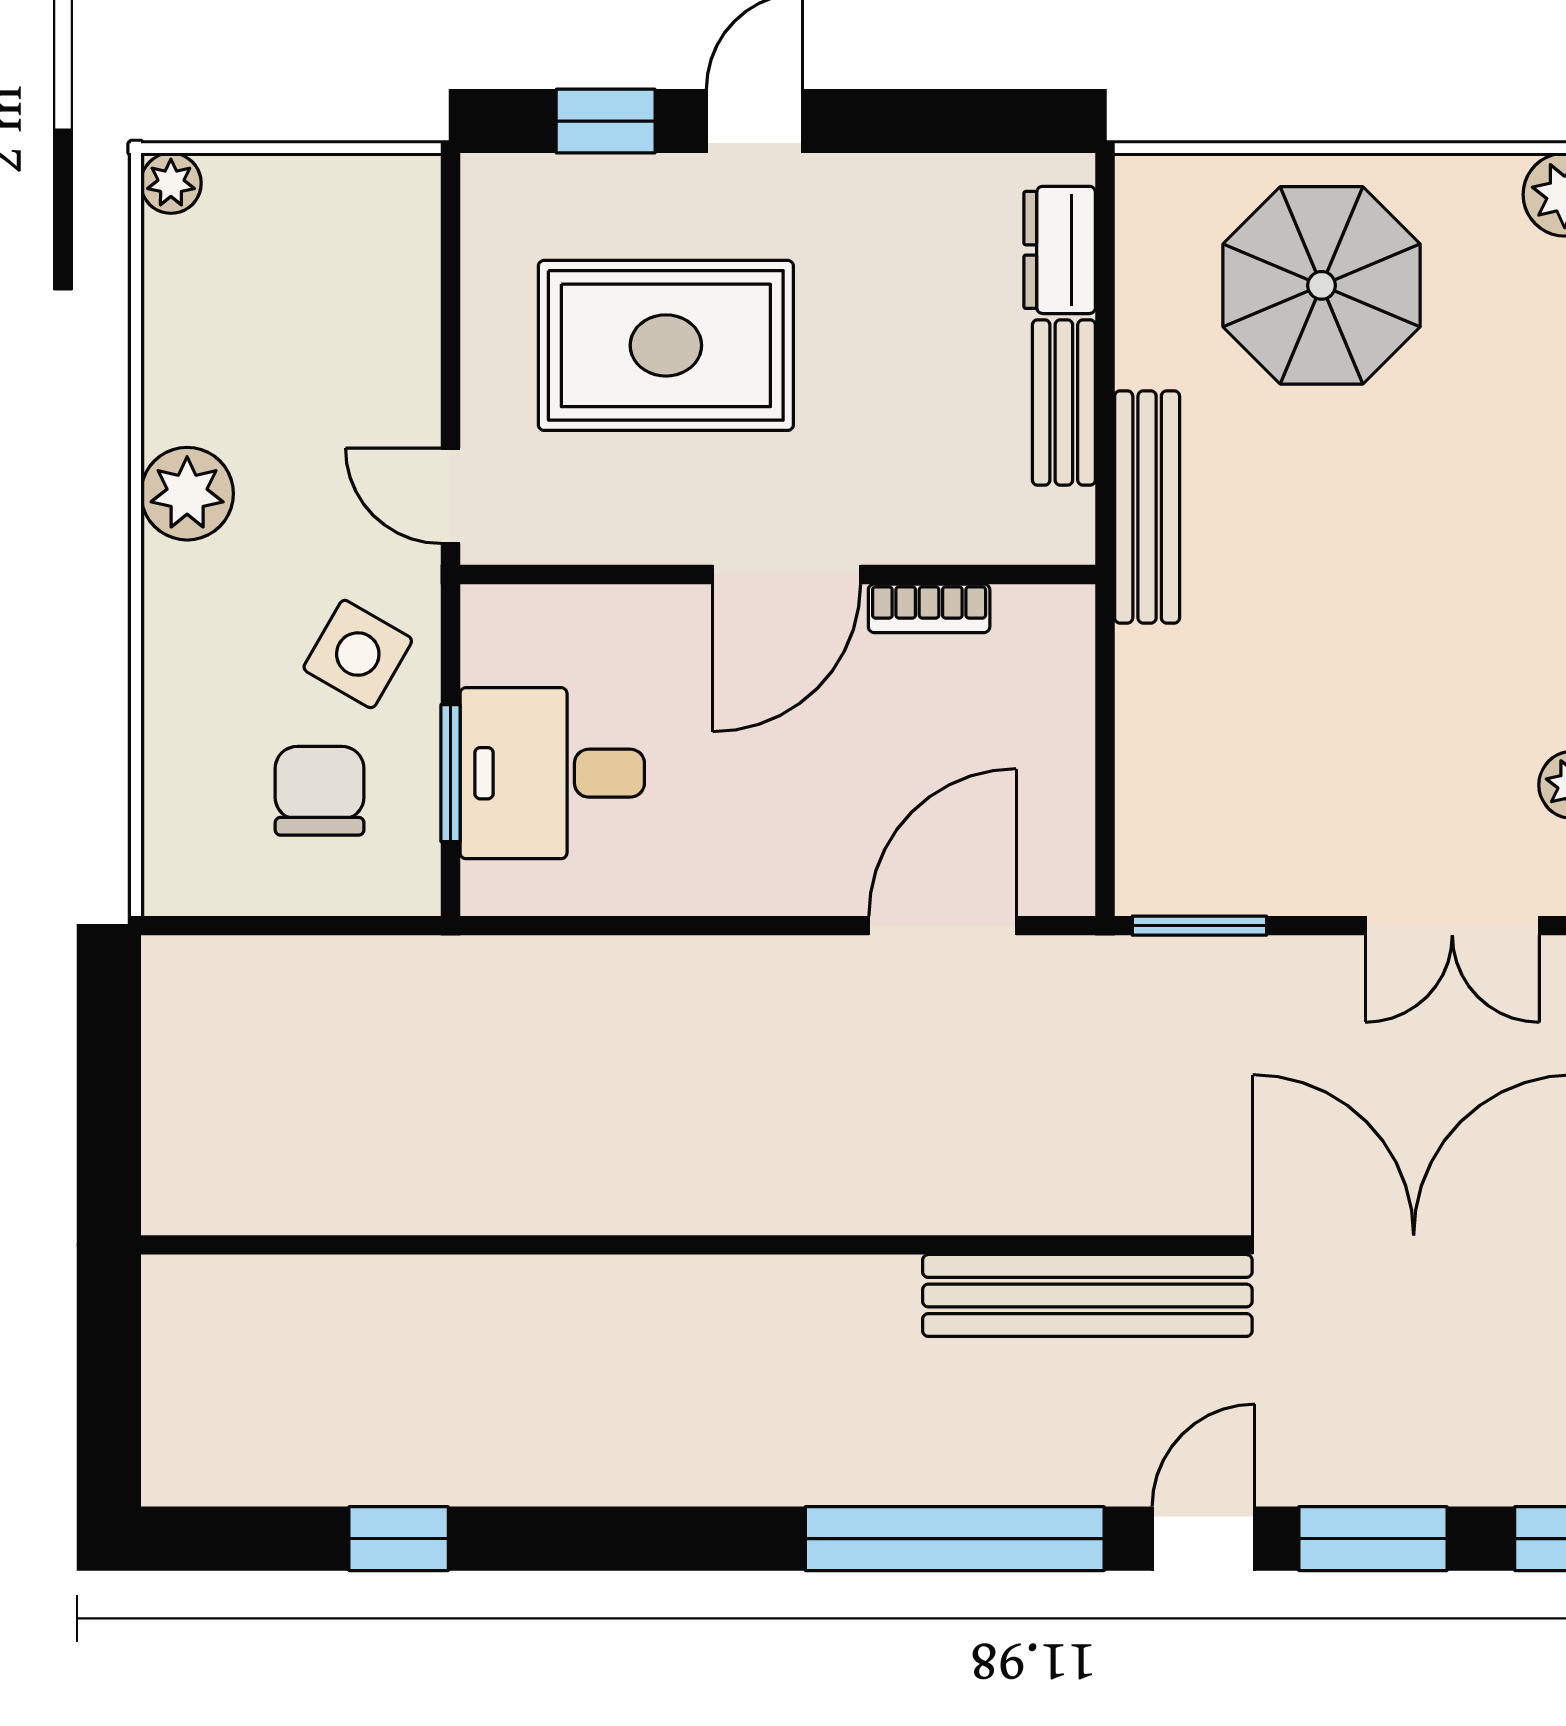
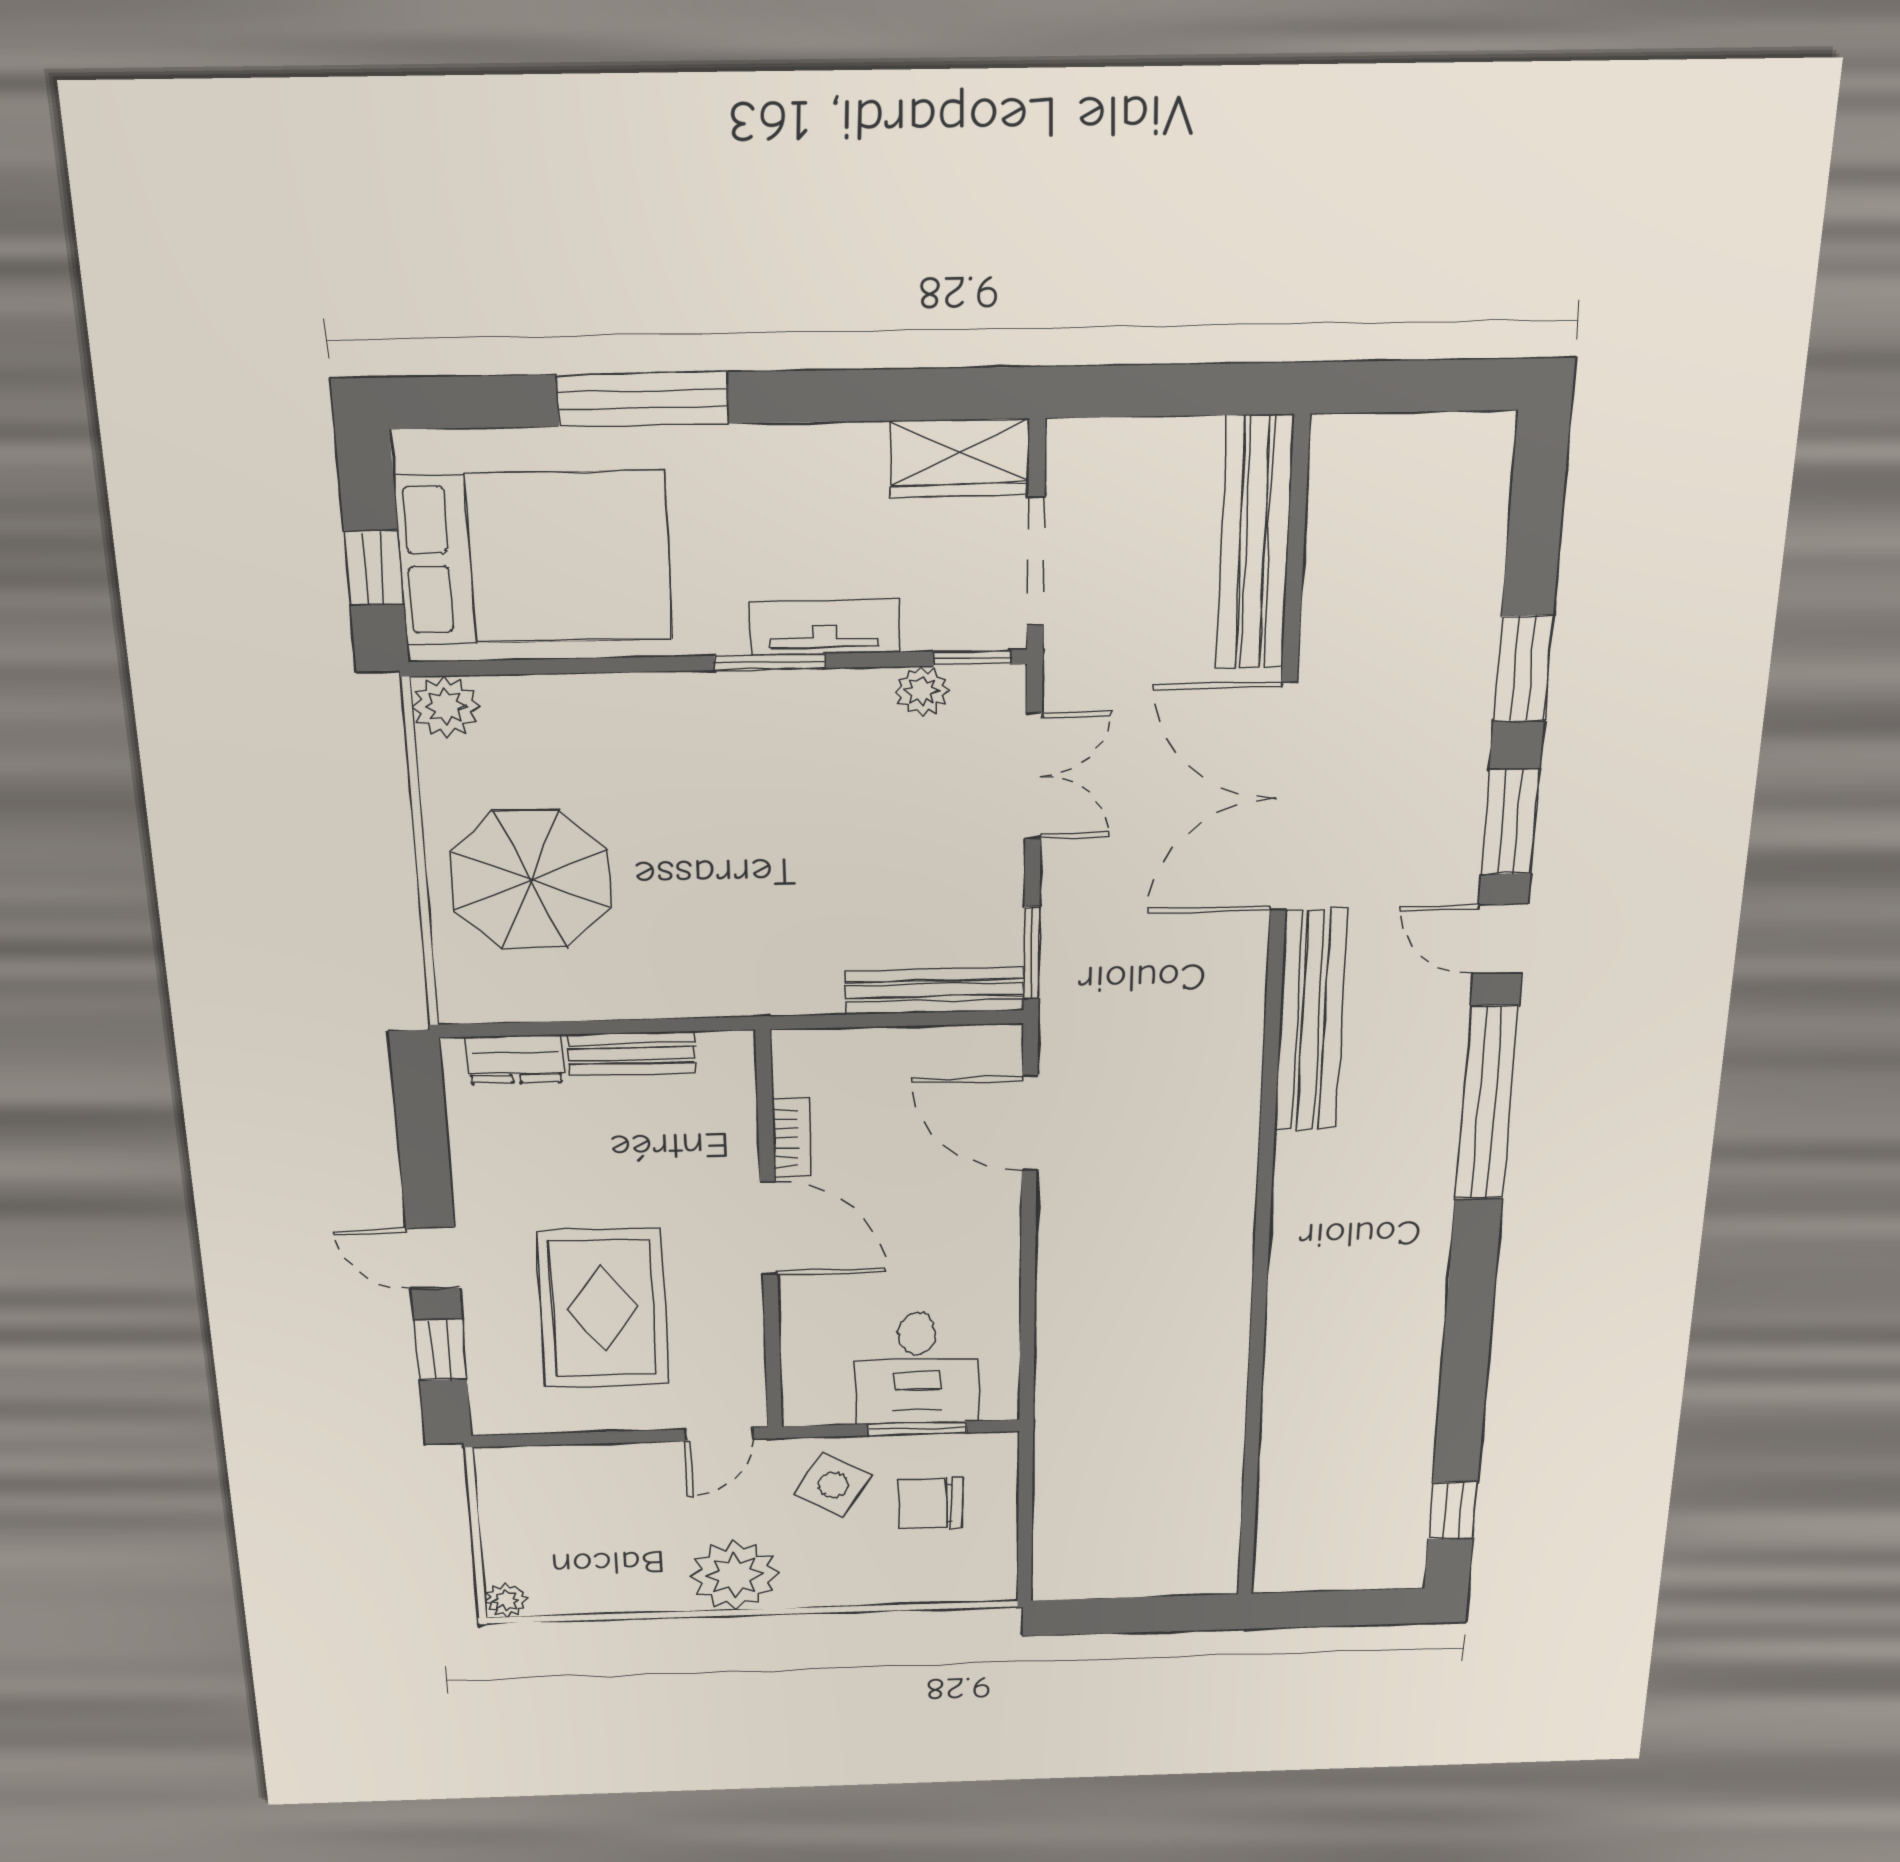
plant: (187, 494) -> (735, 1575), width x1.36, depth x1.36
bench: (1147, 507) -> (935, 991), moved
window: (399, 1539) -> (1453, 1510), moved

